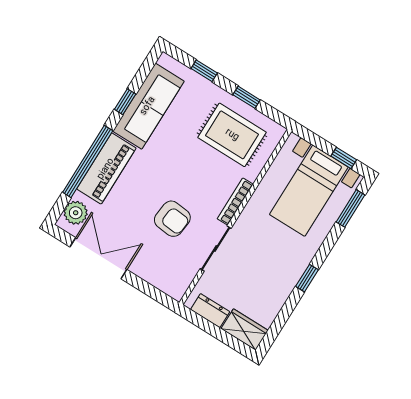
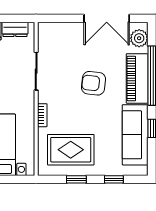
bookcase: (235, 202) -> (42, 115), width x0.64
armchair: (172, 219) -> (93, 83), moved

